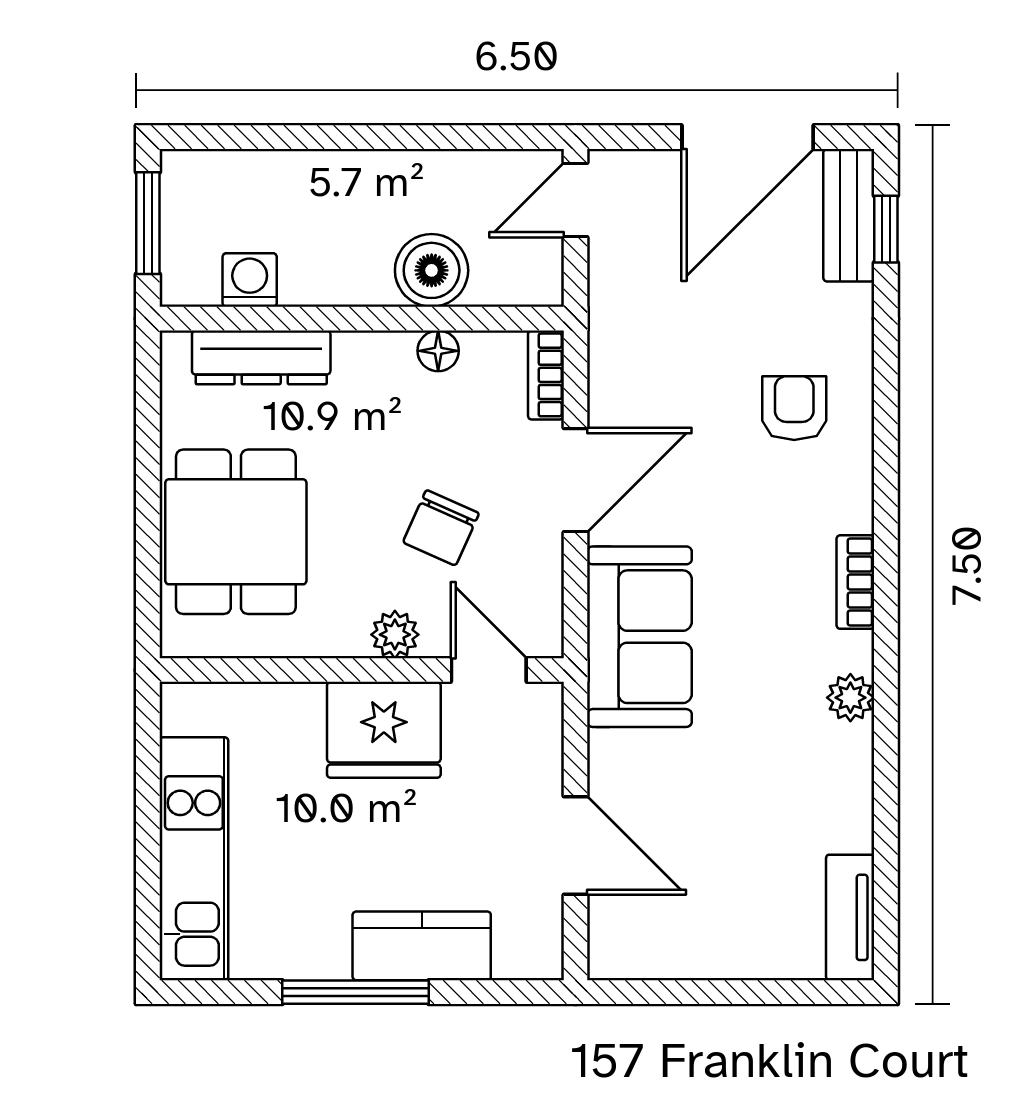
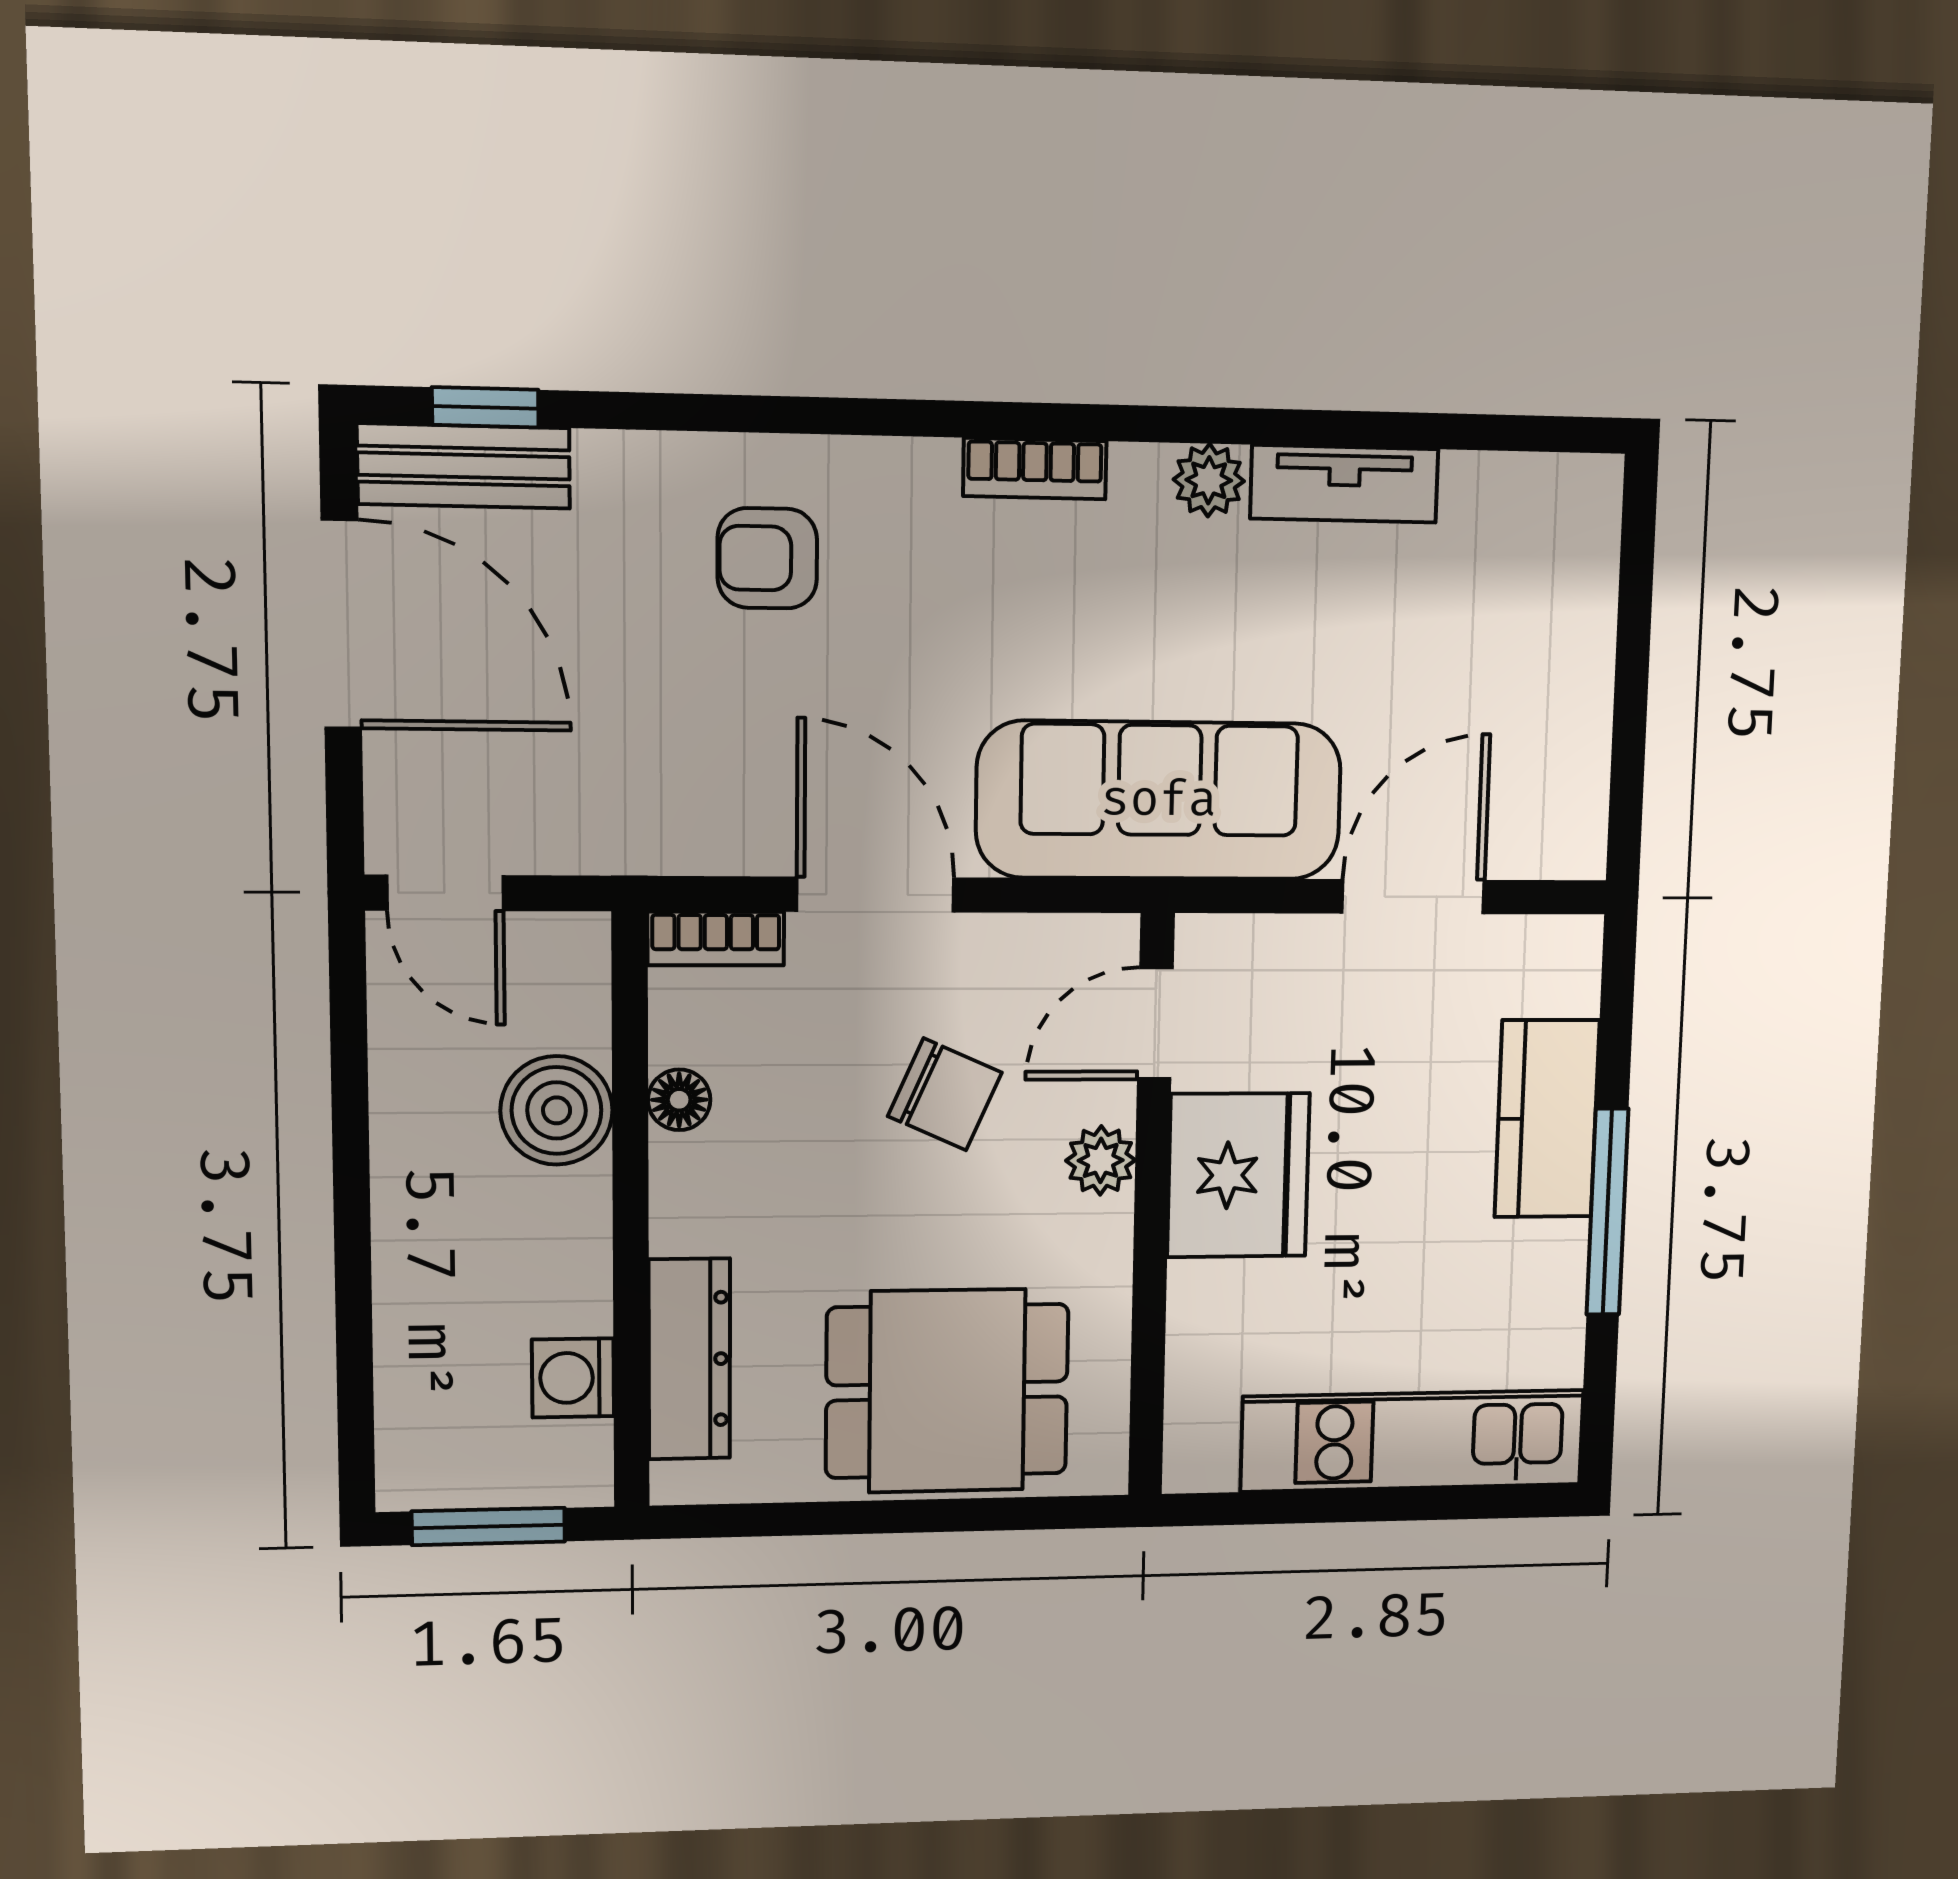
sofa: (639, 637) -> (1159, 800), width x1.36
tv unit: (850, 917) -> (1344, 484), moved

